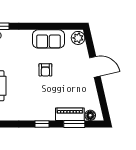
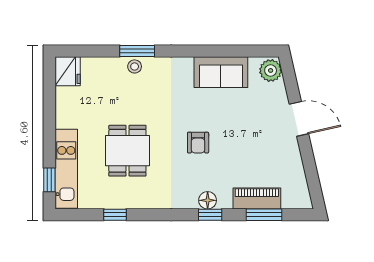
armchair: (45, 70) -> (198, 143), moved
floor lamp: (90, 115) -> (208, 200), moved

